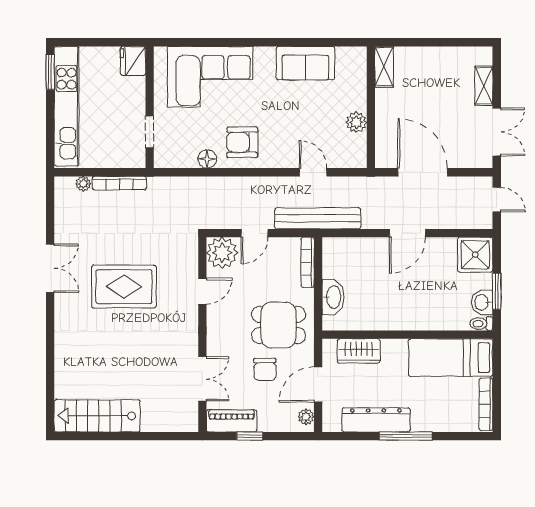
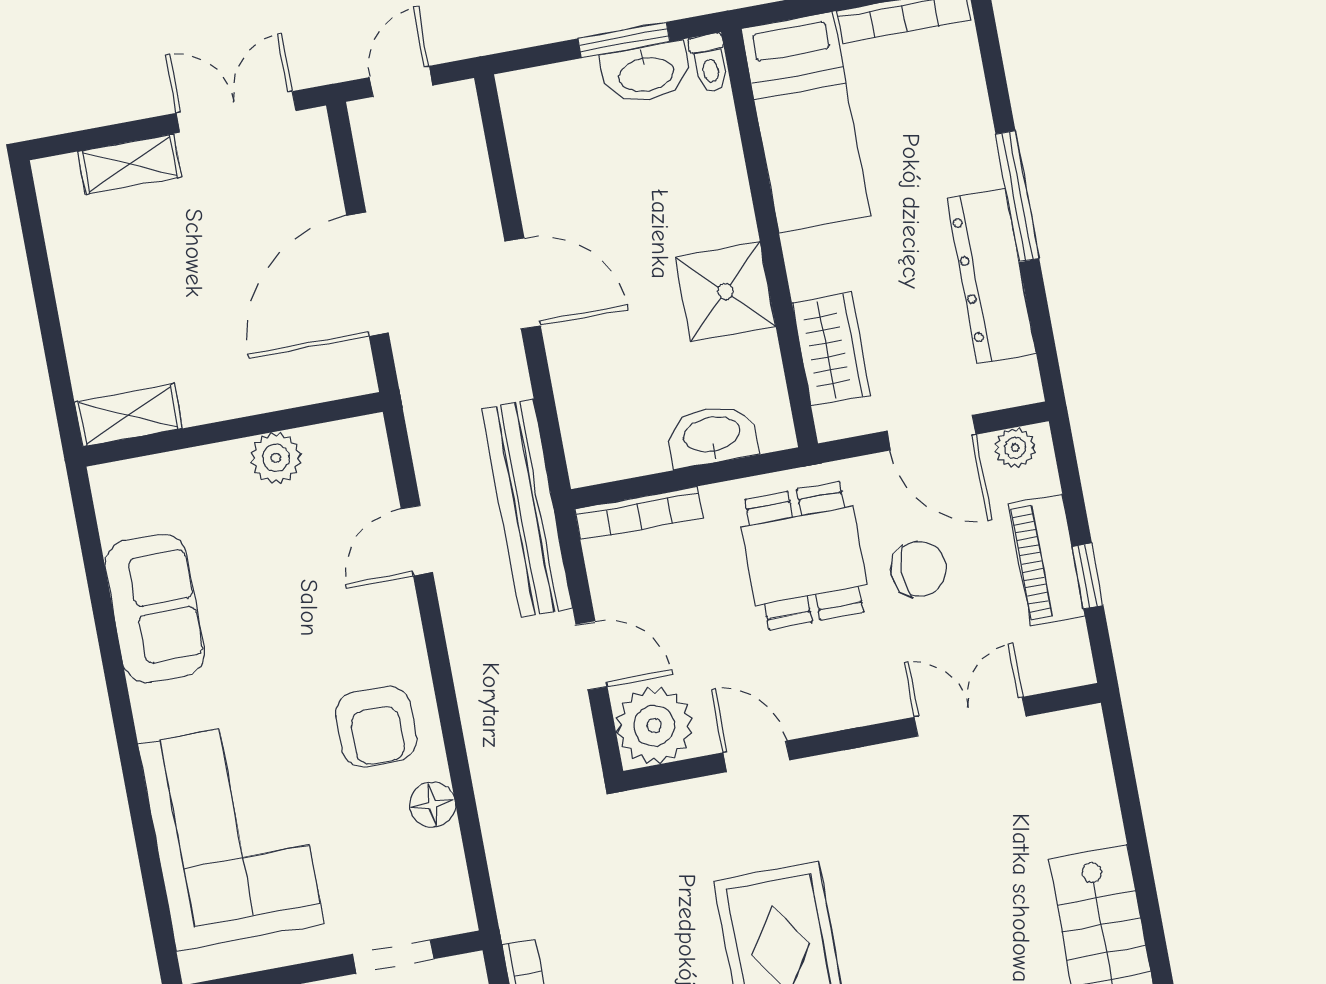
shower: (475, 255) -> (725, 292), moved
washbasin: (482, 302) -> (646, 73), width x1.38
piano: (232, 421) -> (1046, 560), moved

